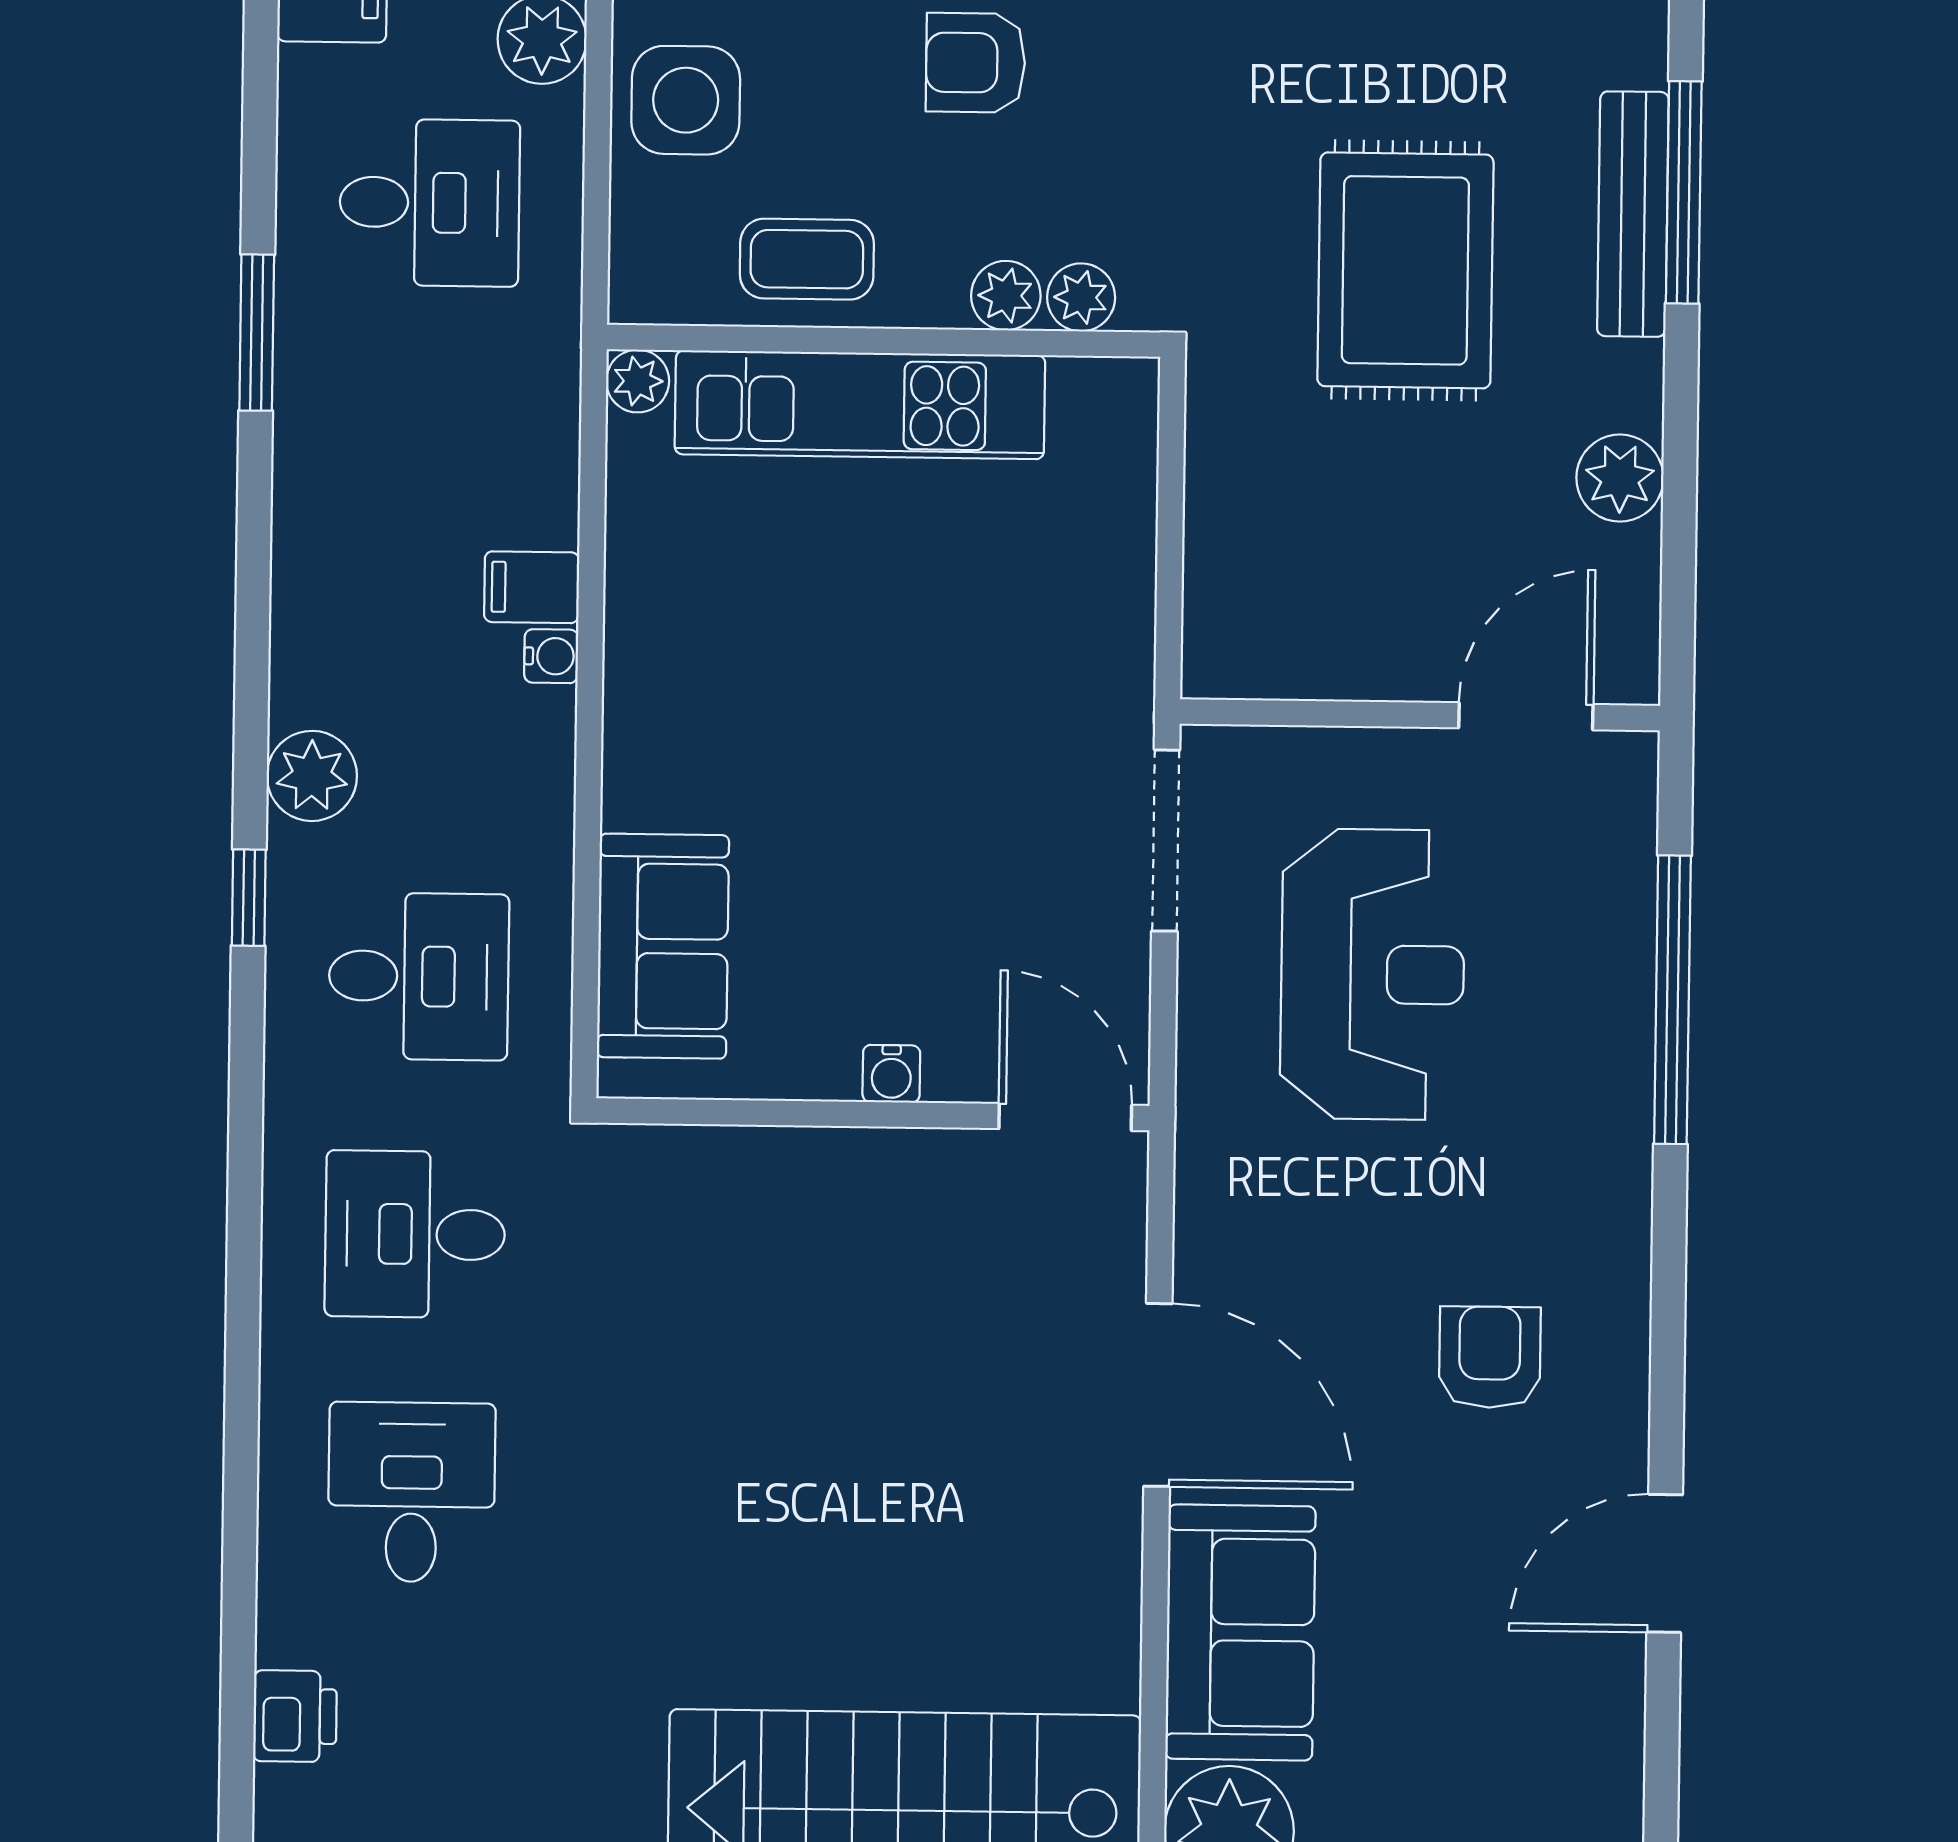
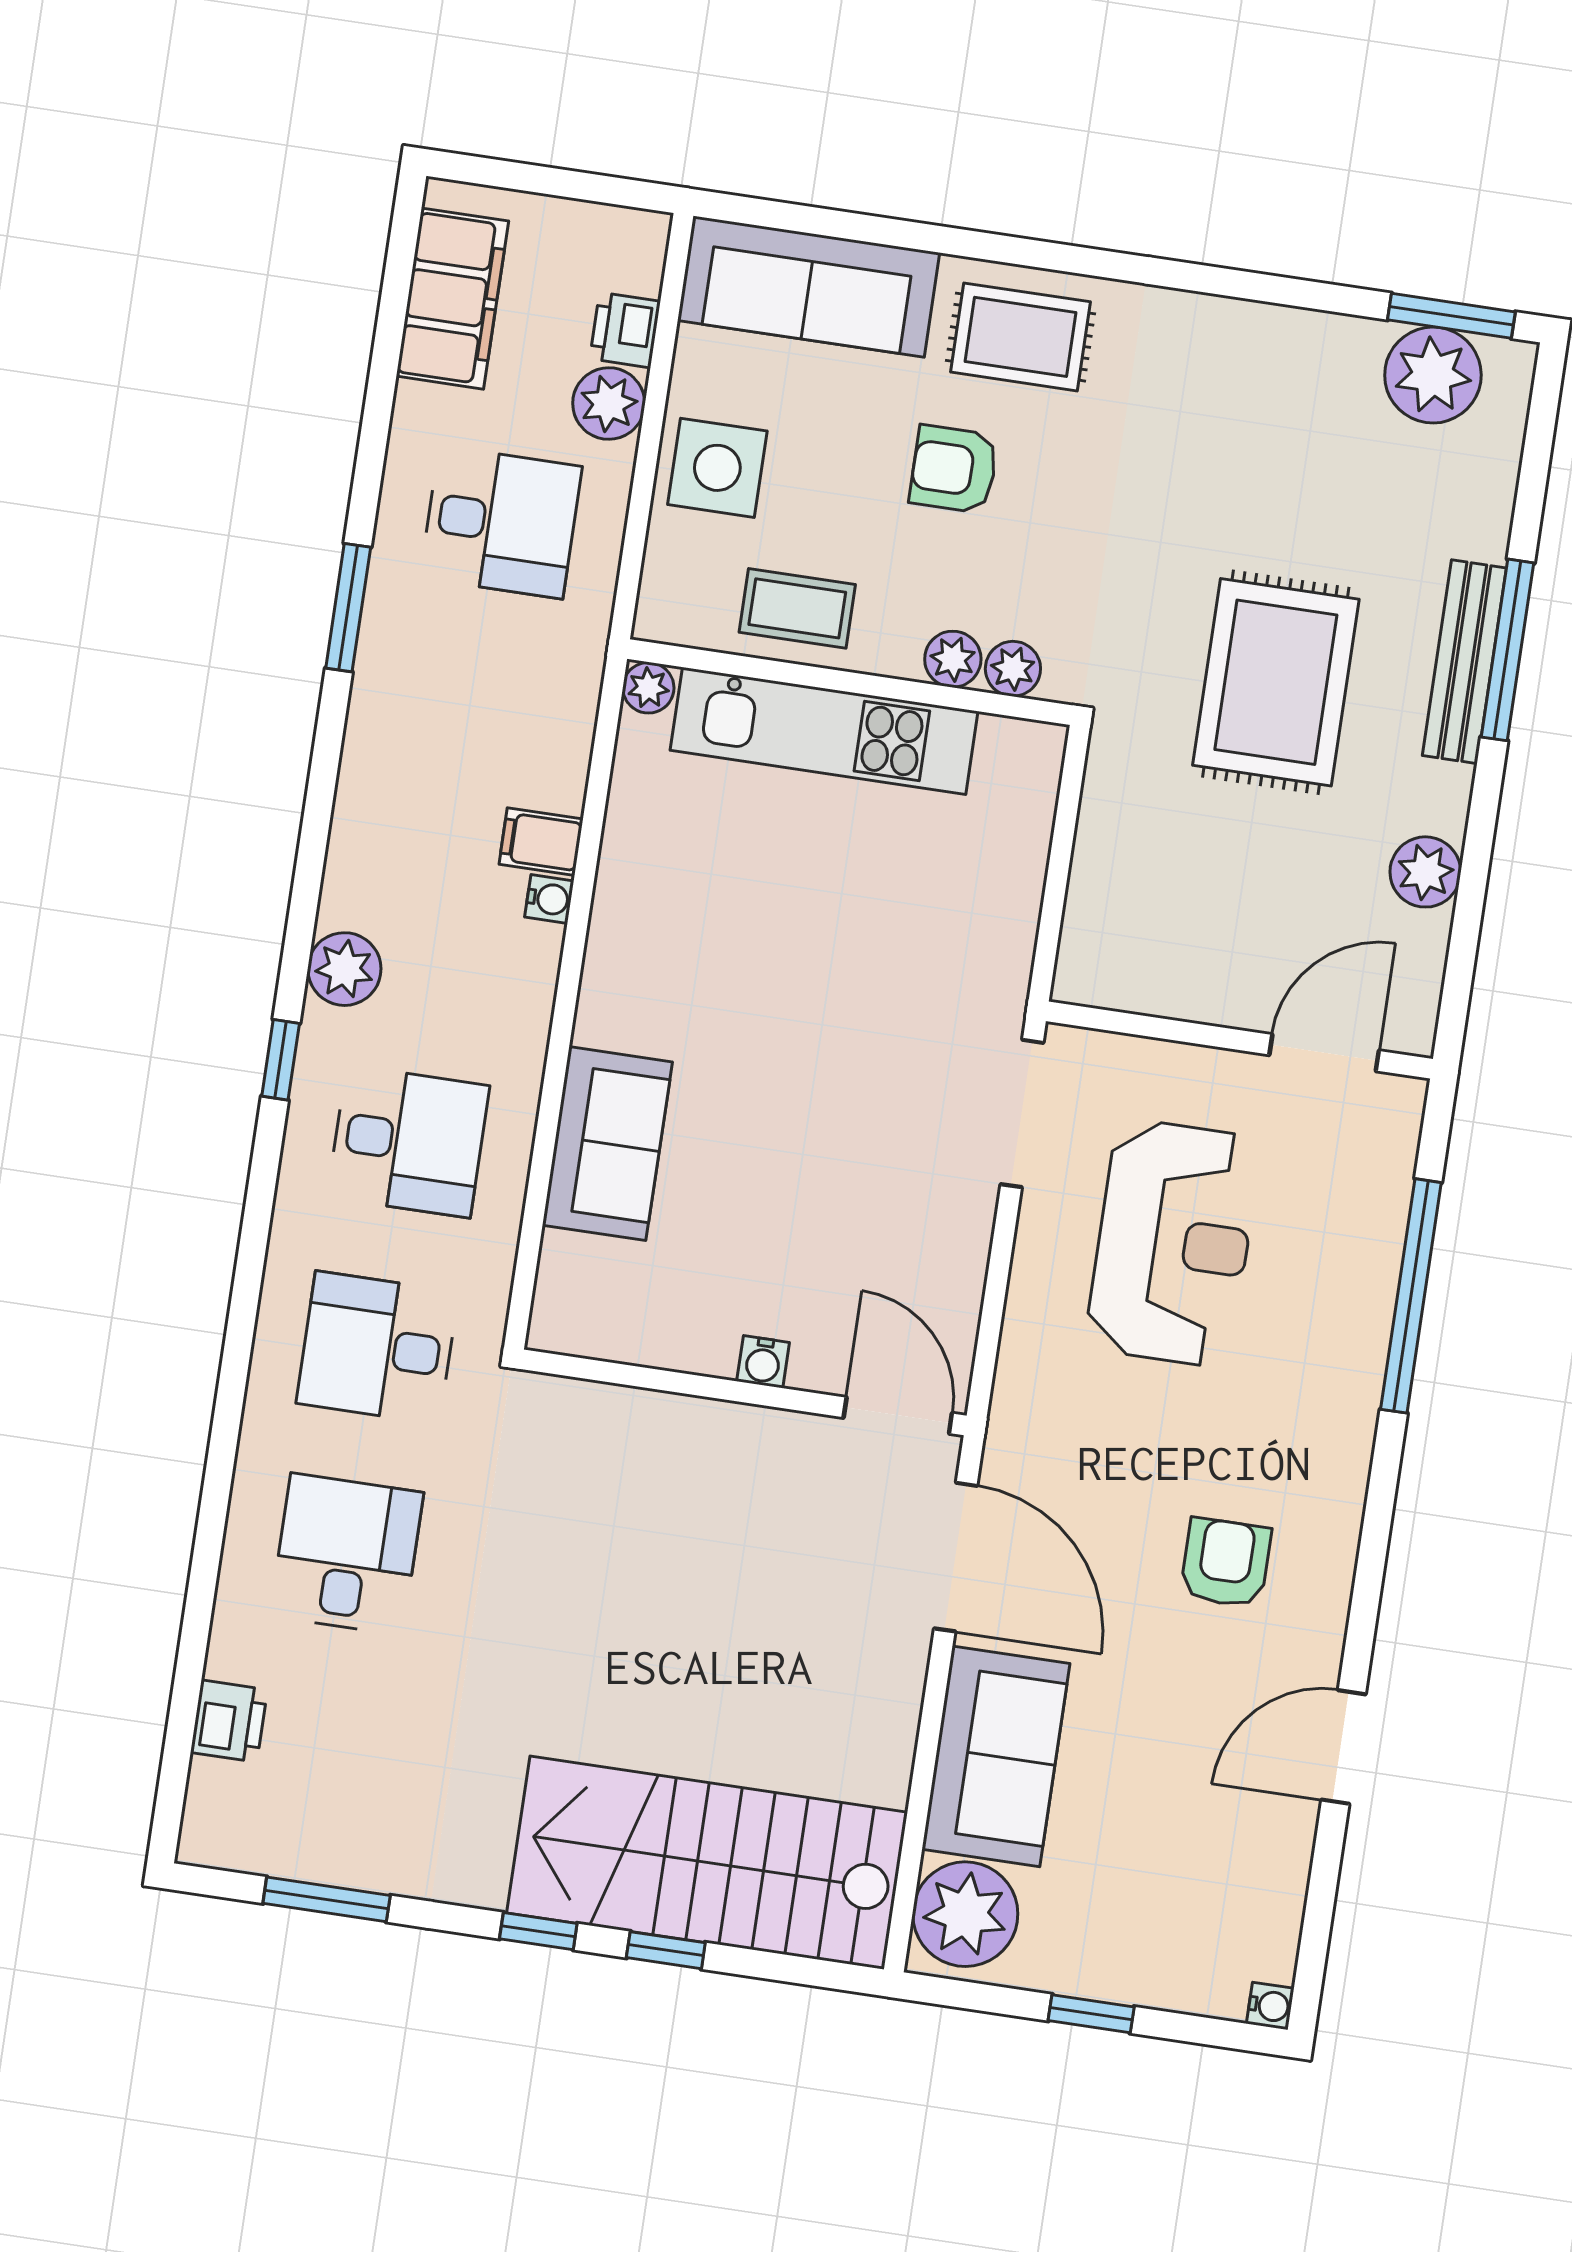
water cooler: (891, 1074) -> (763, 1362), moved
wall: (873, 1114) -> (744, 1392), moved
door: (1065, 1117) -> (898, 1415), moved

